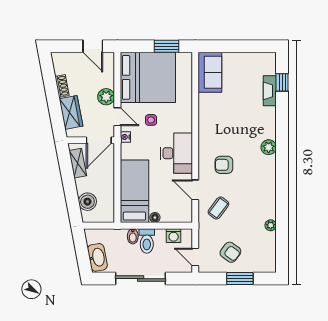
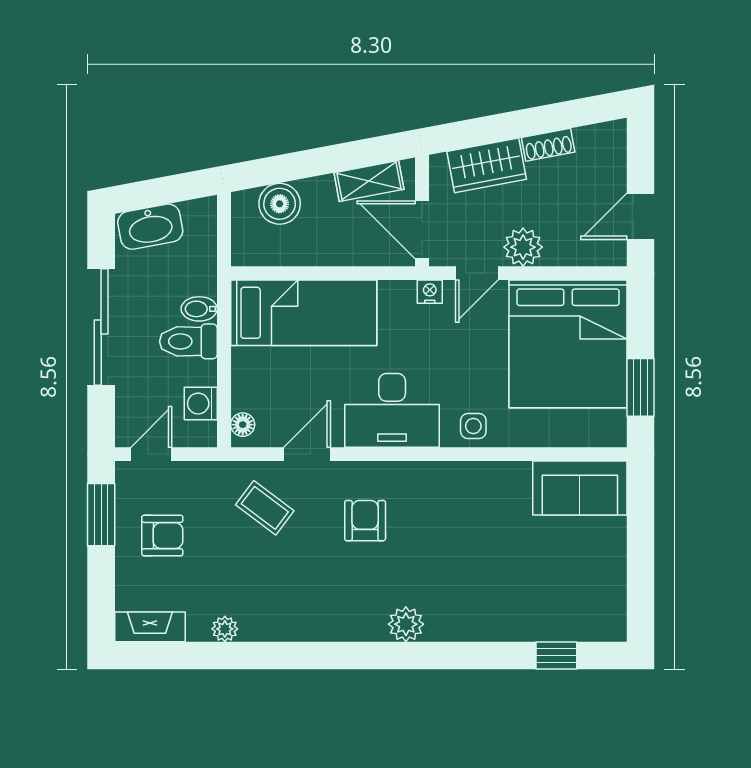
fireplace: (270, 91) -> (150, 627), moved
side table: (151, 120) -> (473, 426), moved
floor lamp: (155, 218) -> (243, 425), moved
armchair: (230, 252) -> (162, 536), turned -126
window: (240, 279) -> (101, 515), moved

